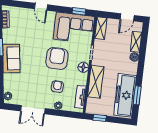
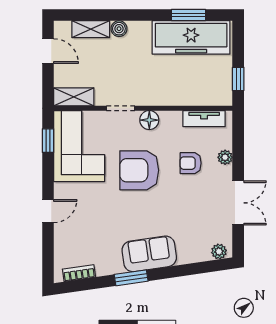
shelving: (96, 82) -> (173, 94), removed

